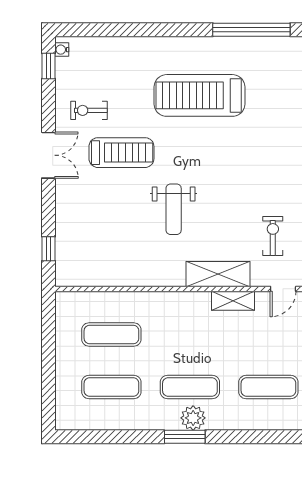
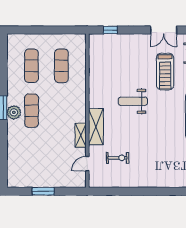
door: (283, 289) -> (87, 164), hinge flipped
exercise mat: (268, 387) -> (31, 155), removed

